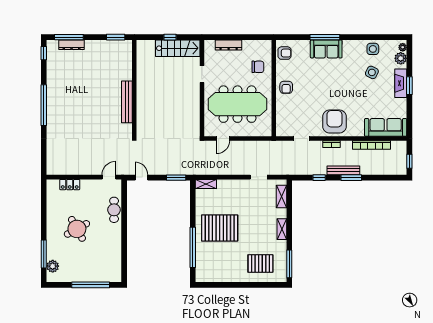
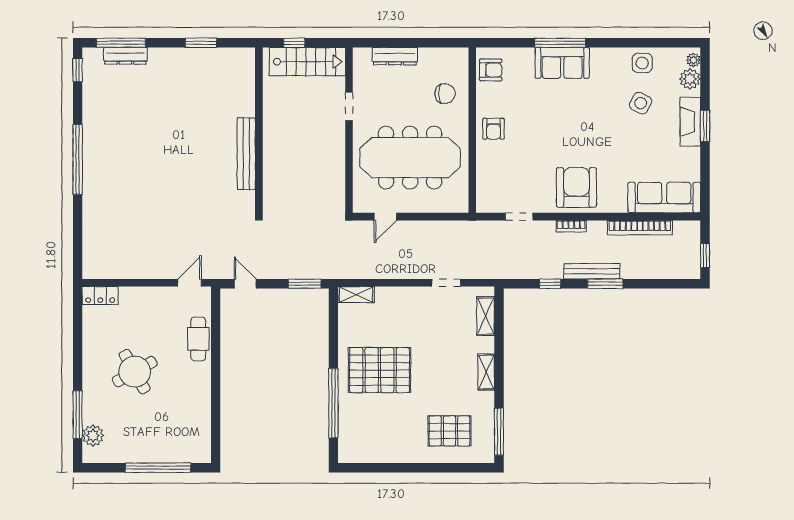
wall: (134, 88) -> (259, 130), moved
bench: (127, 102) -> (246, 154), moved
locker: (70, 185) -> (100, 296), moved

